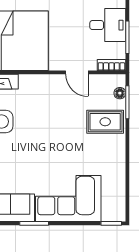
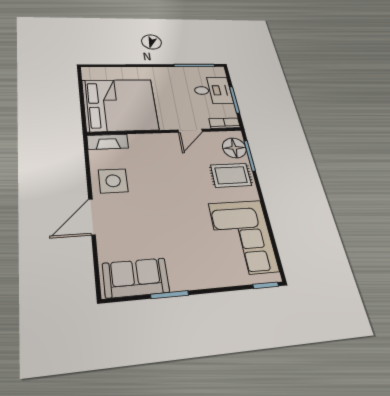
door: (77, 72) -> (190, 131), hinge flipped
floor lamp: (120, 93) -> (234, 148), width x1.89, depth x1.89
corner sofa: (68, 199) -> (243, 237), moved, turned -90

